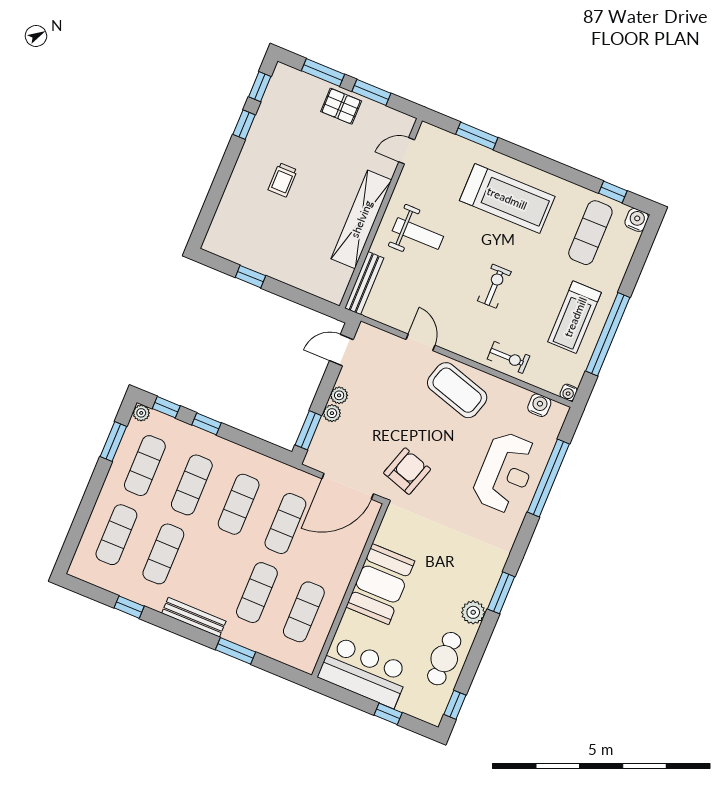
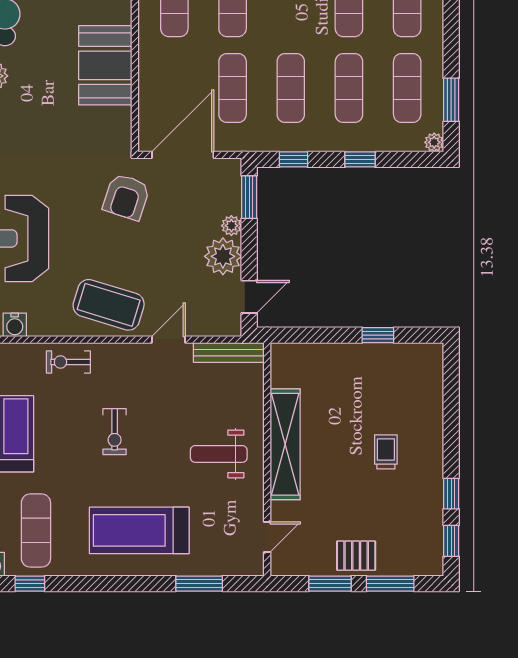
bench: (364, 283) -> (229, 352), moved, turned 90
door: (420, 342) -> (168, 340), swing flipped
plant: (339, 395) -> (223, 256), width x1.87, depth x1.87
window: (166, 407) -> (293, 159), moved

